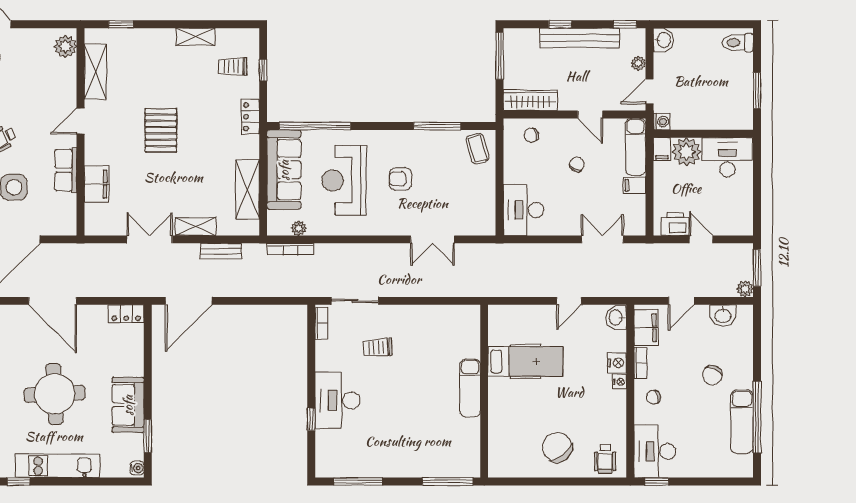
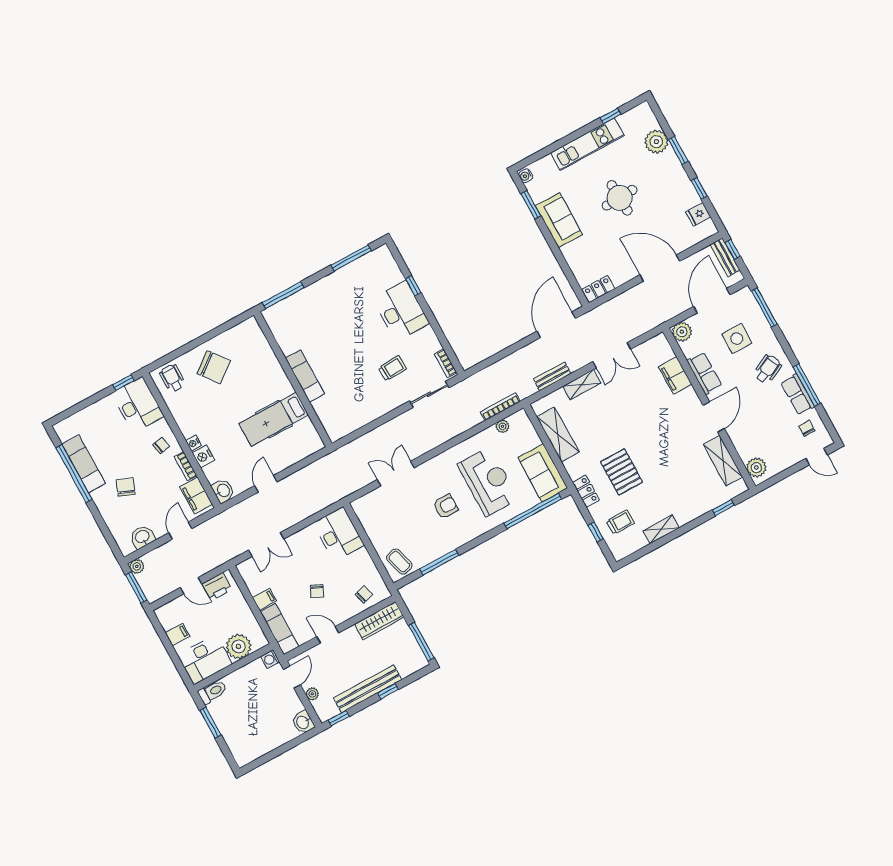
toilet: (738, 43) -> (213, 692), moved
door: (81, 121) -> (714, 417), width x1.38
pallet: (161, 130) -> (622, 472), moved
filing cabinet: (662, 149) -> (177, 635), moved, turned 90
sofa: (284, 170) -> (543, 473), width x0.73
plant: (66, 224) -> (682, 332), added
round table: (55, 394) -> (620, 198), width x0.73, depth x0.73

